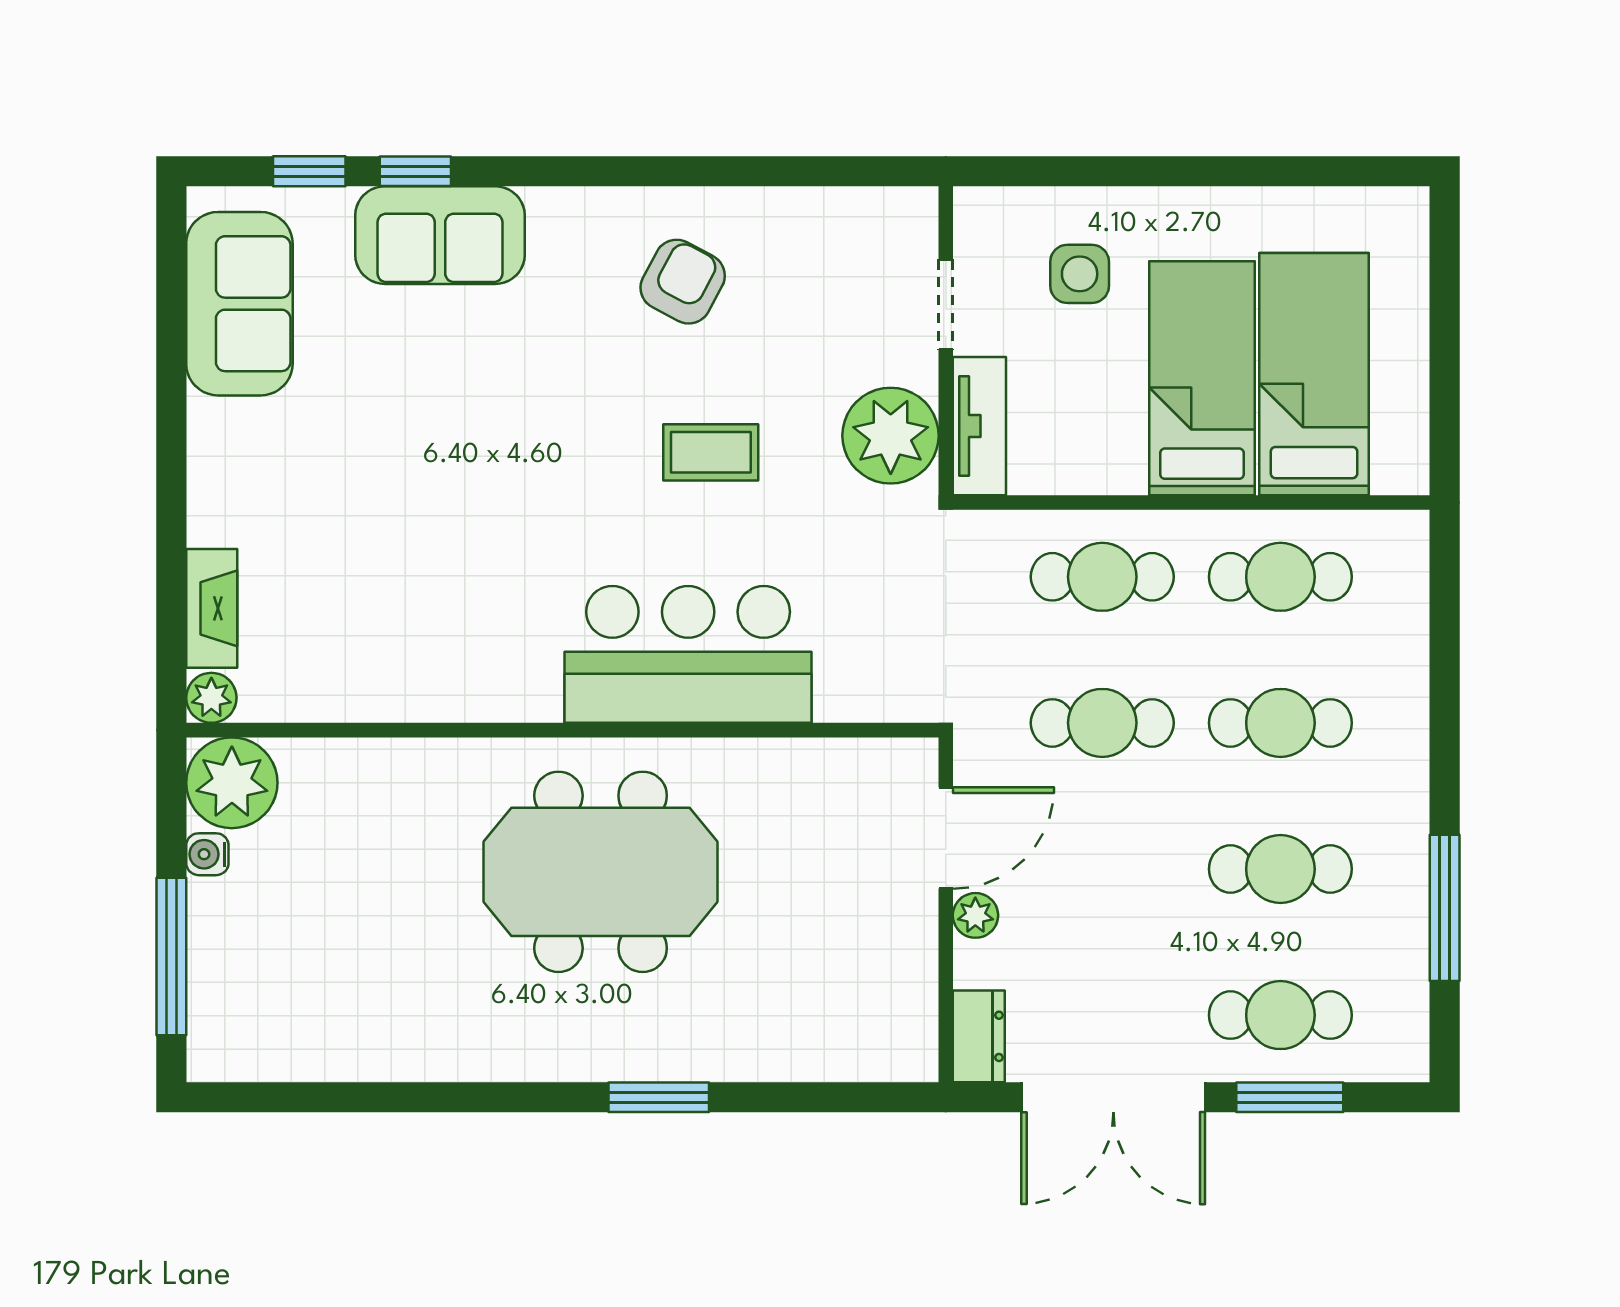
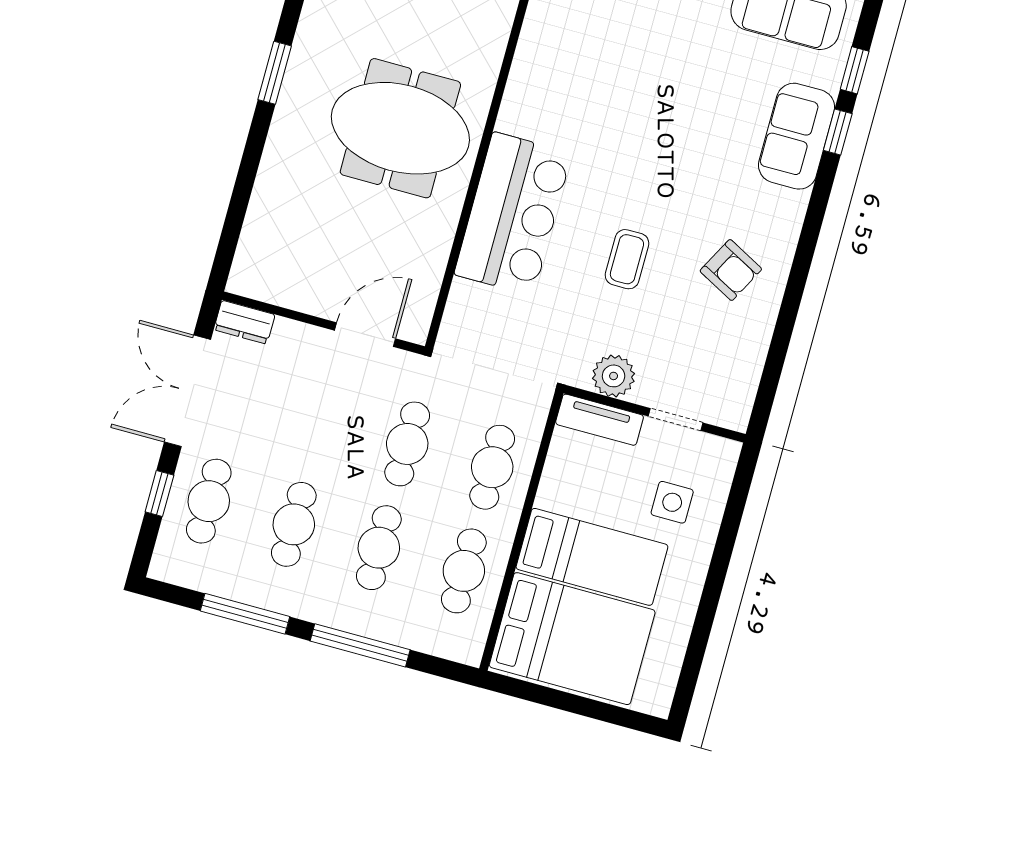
bed: (1314, 374) -> (572, 639), width x1.50
plant: (891, 436) -> (614, 376), width x0.73, depth x0.73
window: (1445, 710) -> (360, 645), added
door: (946, 838) -> (365, 335), swing flipped
meeting table: (601, 872) -> (400, 128), turned 90
plant: (975, 915) -> (315, 339), removed
window: (659, 1097) -> (275, 73), moved
window: (1290, 1097) -> (159, 493), width x0.67

